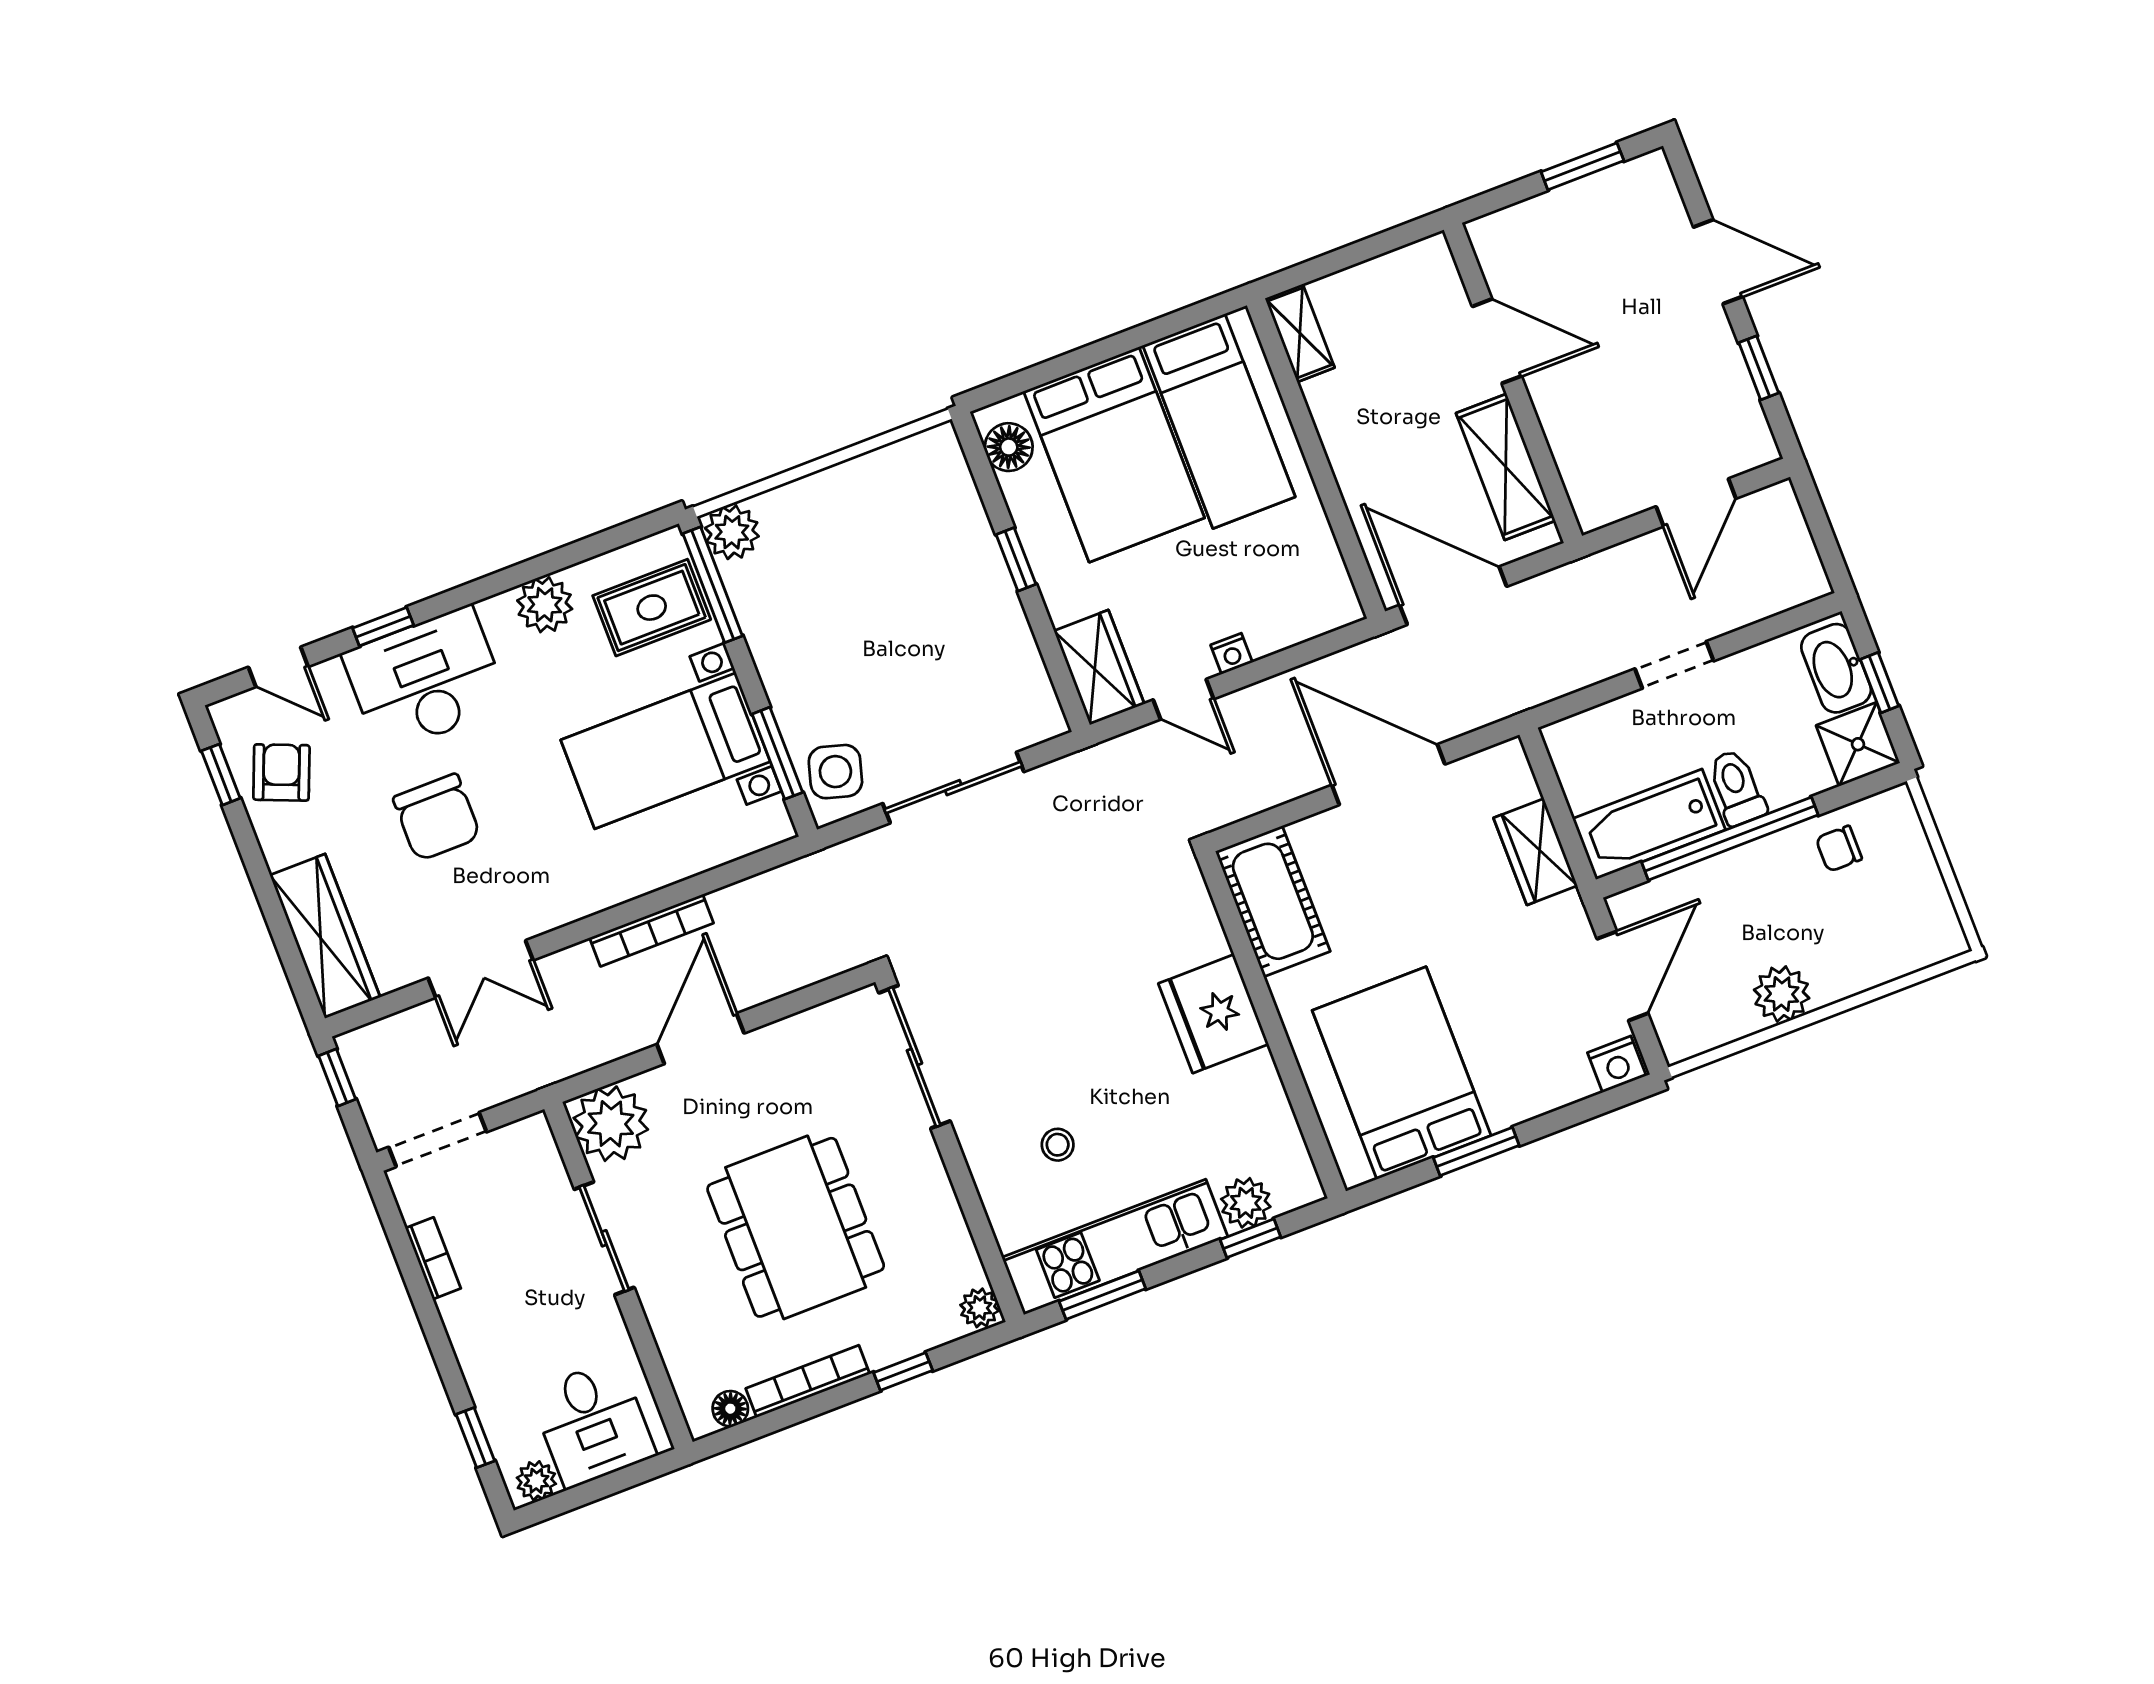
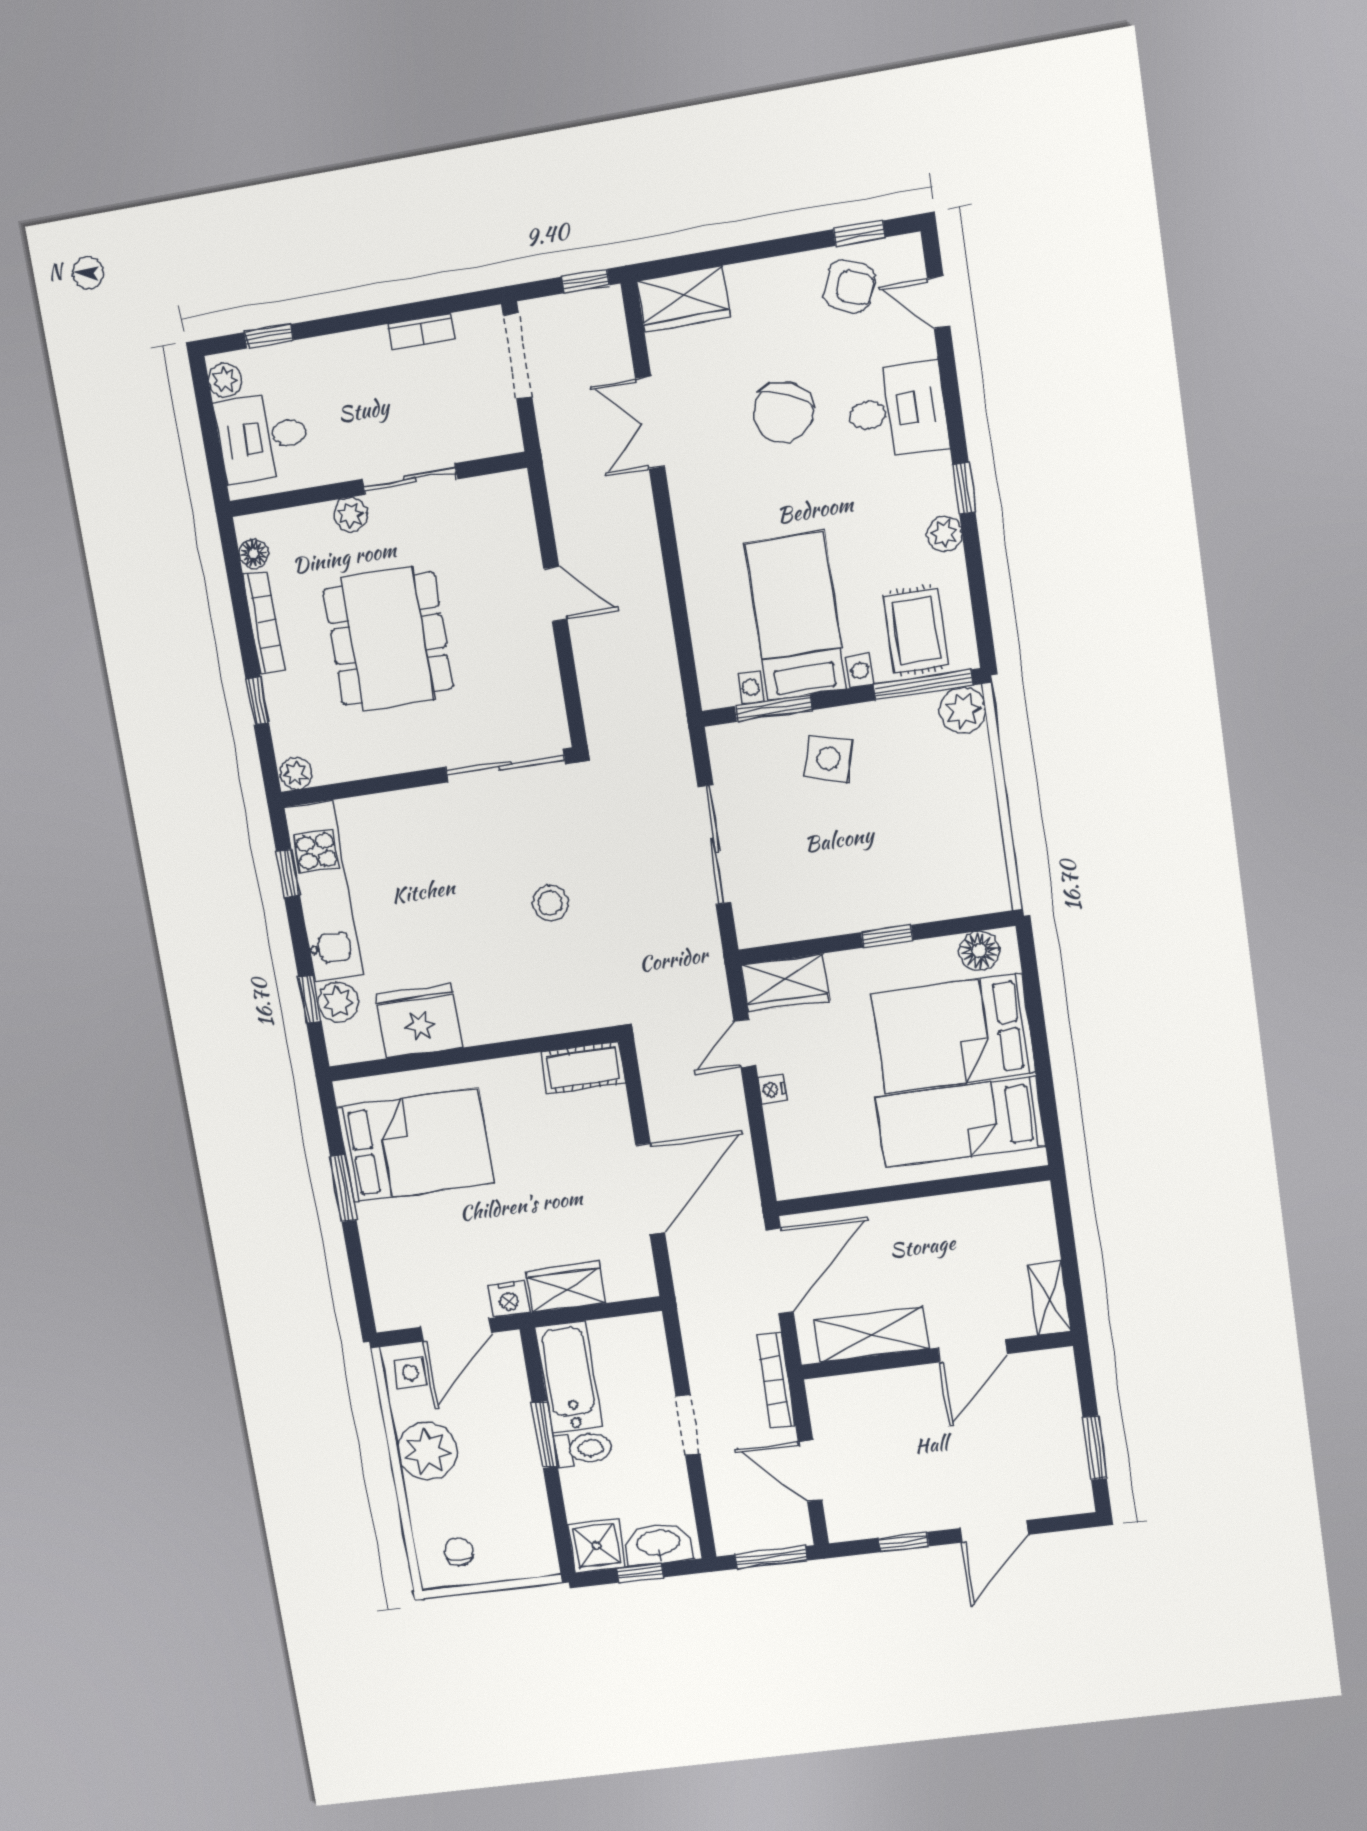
shelving: (1300, 333) -> (1050, 1298), moved, turned 90
window: (1819, 525) -> (771, 1558), added
plant: (545, 605) -> (944, 534), width x0.73, depth x0.73
window: (383, 627) -> (964, 488), moved
door: (278, 667) -> (939, 302), hinge flipped
desk: (426, 680) -> (897, 410), width x0.73
side table: (835, 772) -> (829, 759), moved
chair: (437, 817) -> (783, 412), turned -66
window: (1730, 839) -> (545, 1435), width x0.47
chair: (1839, 849) -> (459, 1551), moved
cot: (1273, 901) -> (583, 1068), width x0.73, depth x0.75
bookcase: (652, 930) -> (776, 1380), moved
wardrobe: (325, 936) -> (683, 299), width x0.67
door: (1623, 976) -> (456, 1330), hinge flipped
plant: (1782, 994) -> (427, 1451), width x1.36, depth x1.36
fridge: (1214, 1014) -> (419, 1021), moved
side table: (1691, 1021) -> (411, 1373), added
door: (700, 1039) -> (555, 594), width x0.73
nightstand: (1617, 1064) -> (509, 1299), moved, turned -90
plant: (611, 1124) -> (351, 514), moved, width x0.53, depth x0.53
stool: (1058, 1145) -> (550, 903), moved, width x1.37, depth x1.37
dining table: (796, 1227) -> (388, 639), turned 90
window: (1102, 1295) -> (288, 873), width x0.67

